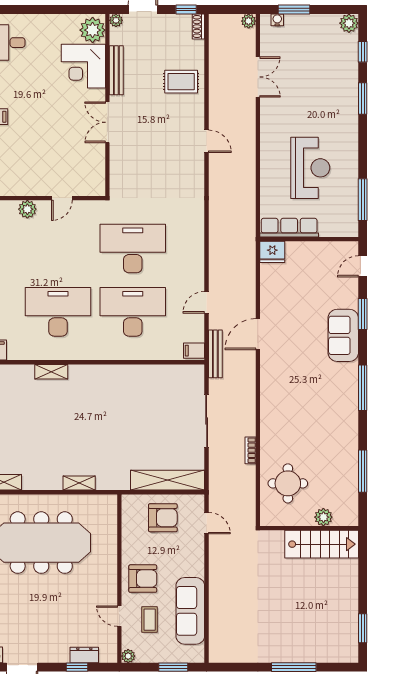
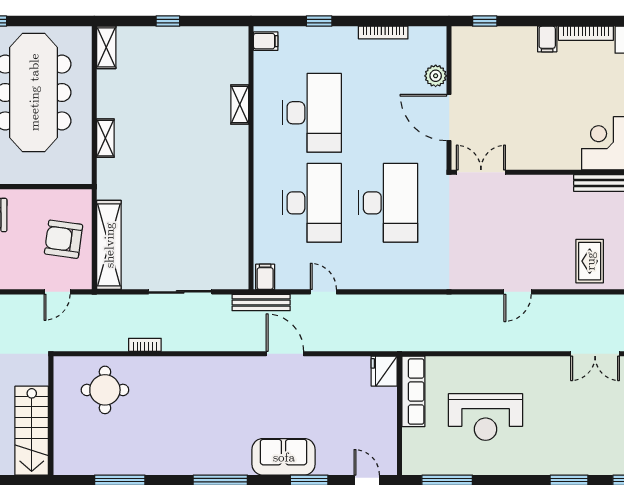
double door: (107, 122) -> (481, 172), moved
door: (62, 198) -> (449, 117), width x1.87
plant: (323, 517) -> (64, 433), removed
armchair: (163, 518) -> (64, 239), turned 98

